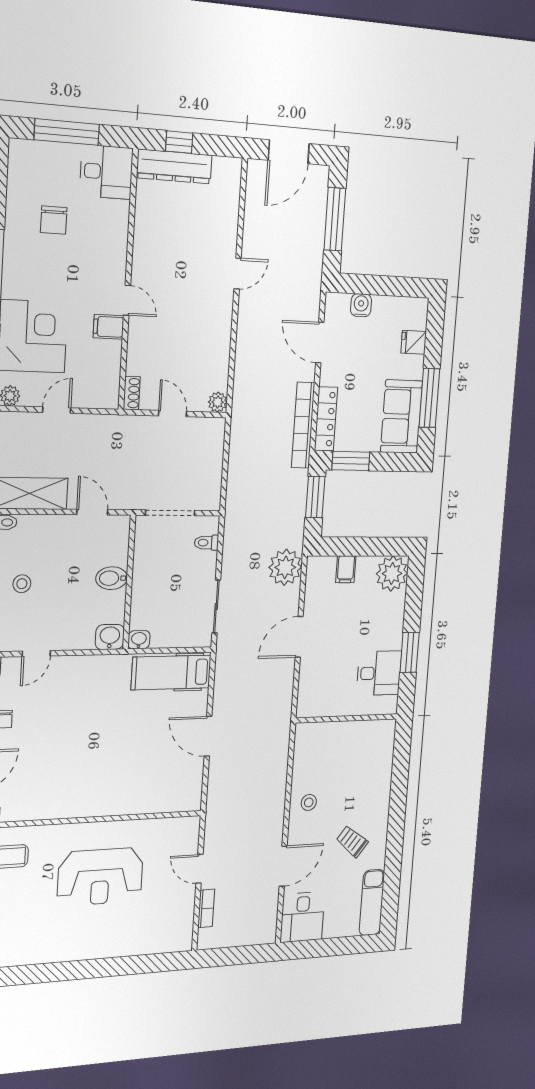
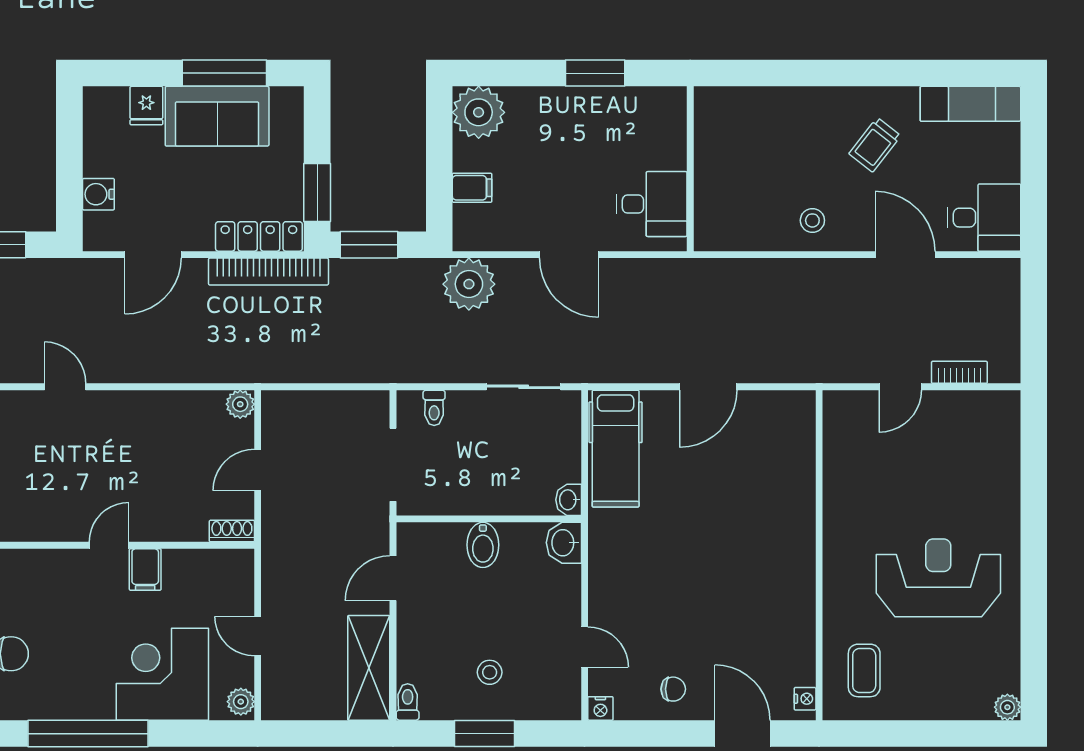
sofa: (402, 417) -> (217, 116), moved
desk: (379, 673) -> (652, 204), moved, turned 90
reception desk: (100, 877) -> (938, 578), moved, turned -90

